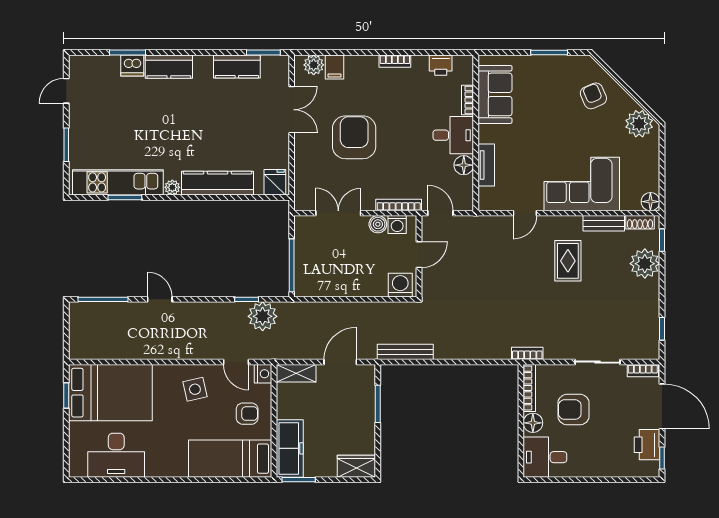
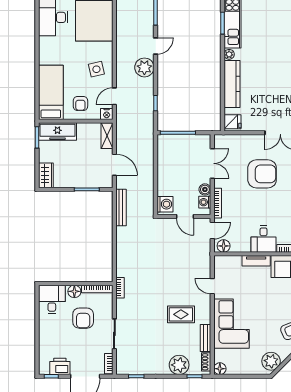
floor lamp: (464, 165) -> (224, 246), moved
tv unit: (486, 165) -> (256, 261), moved
plant: (263, 316) -> (144, 67), moved
armchair: (574, 410) -> (83, 318), turned 180

